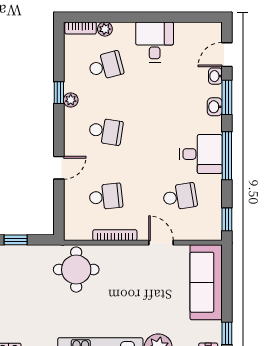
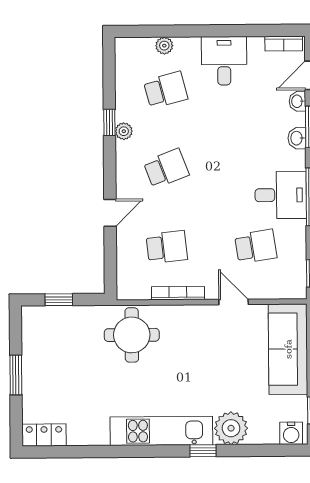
bookcase: (81, 28) -> (284, 44), moved
school desk: (106, 131) -> (166, 168), turned -30

